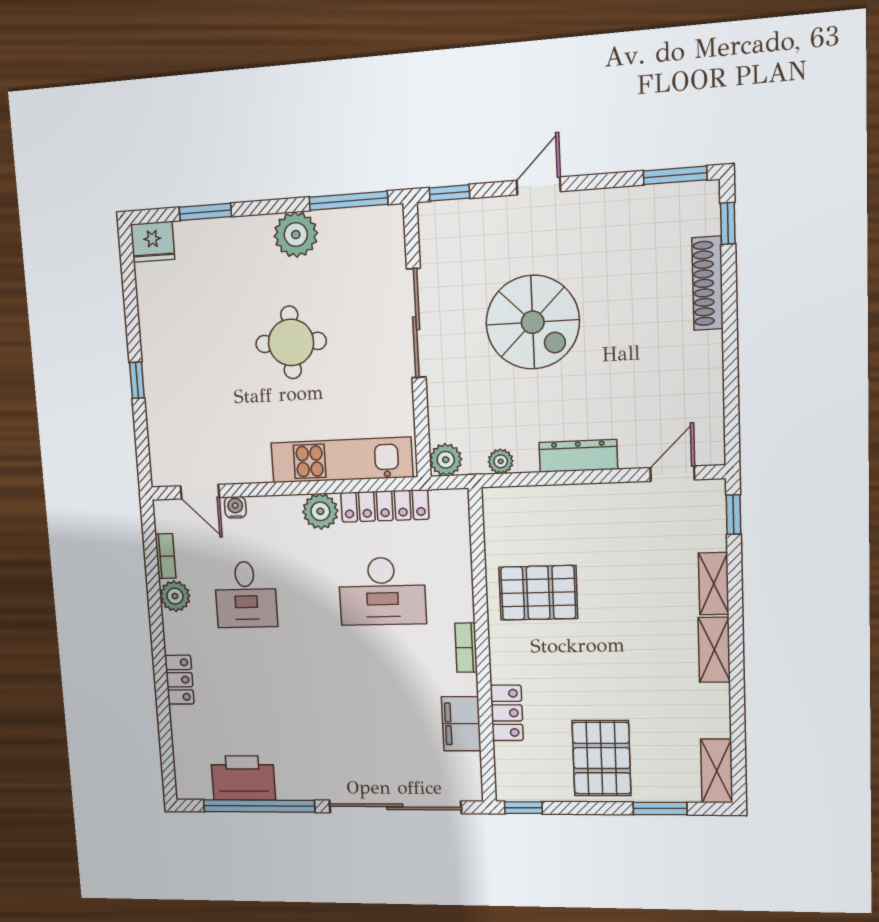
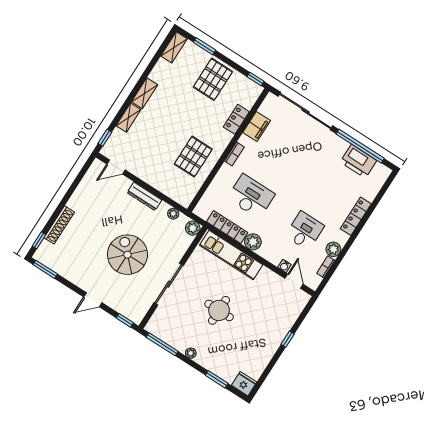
plant: (296, 235) -> (191, 353), width x0.53, depth x0.53
pallet: (538, 593) -> (193, 157), turned 90
locker: (179, 680) -> (356, 216), width x1.53

